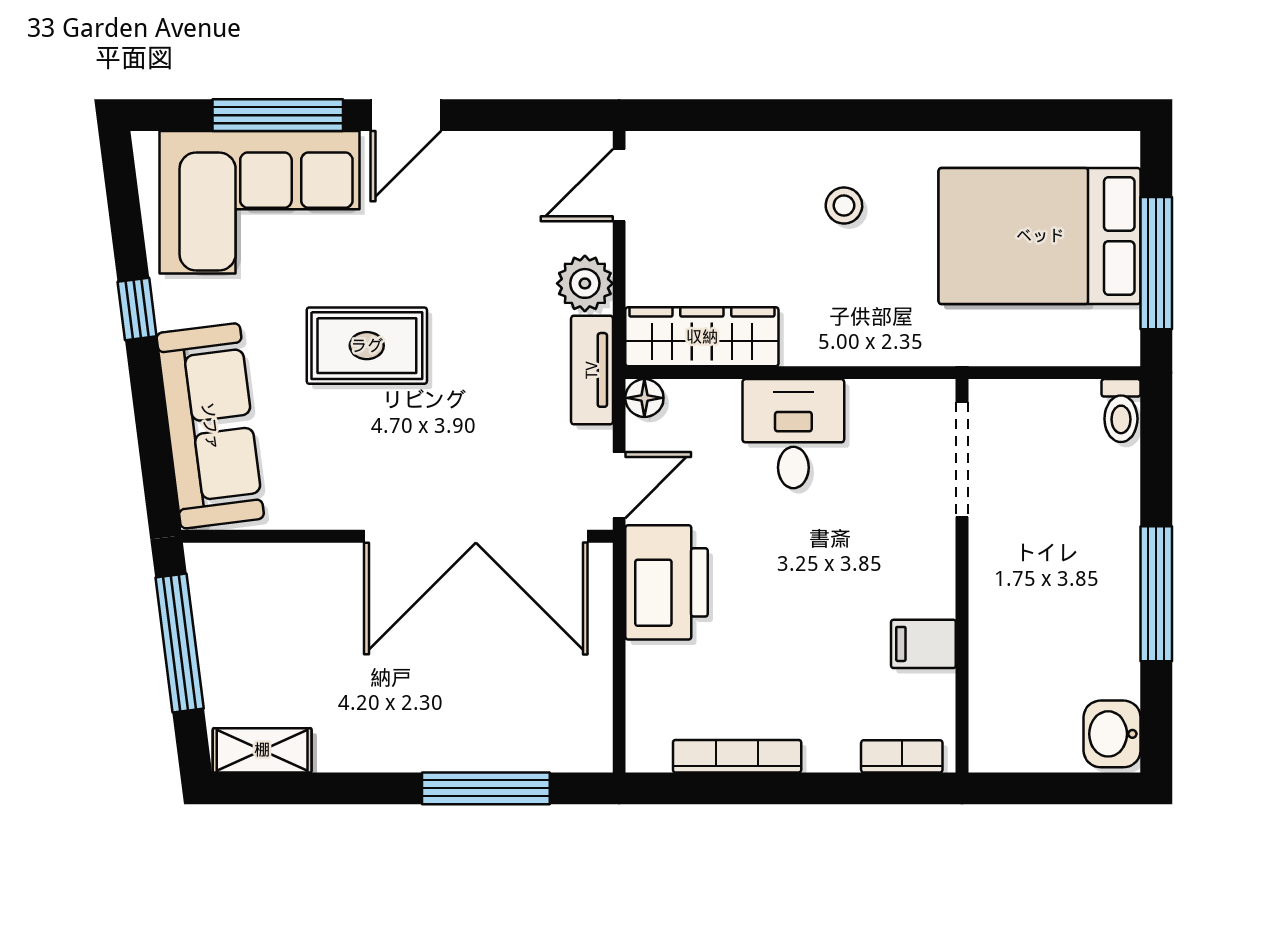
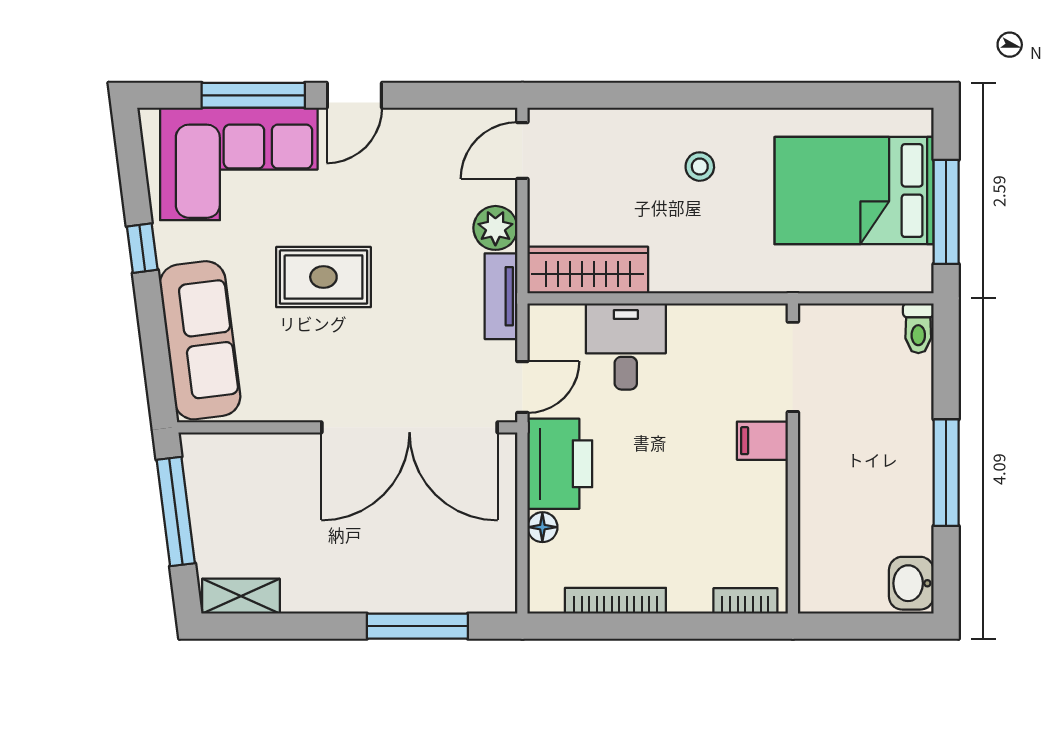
floor lamp: (644, 398) -> (542, 527), moved
desk: (793, 434) -> (626, 346), moved
filing cabinet: (923, 644) -> (762, 441), moved

